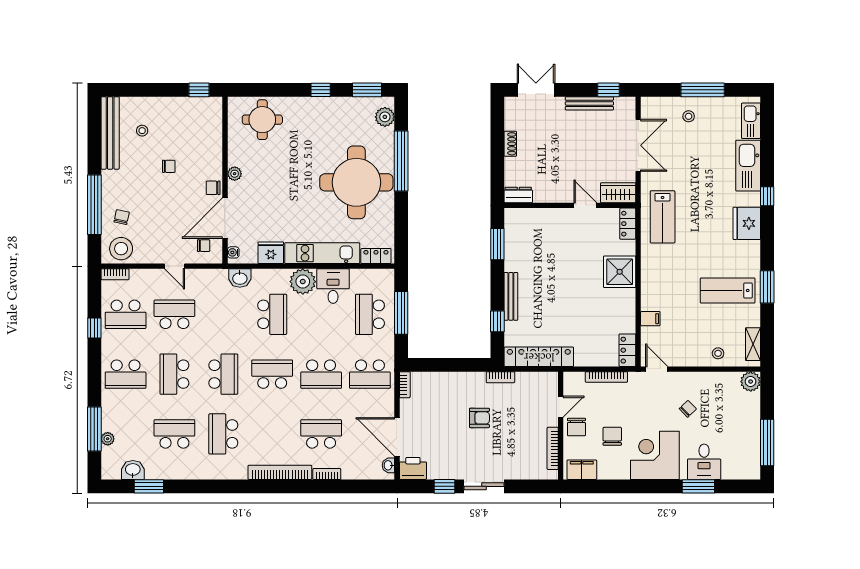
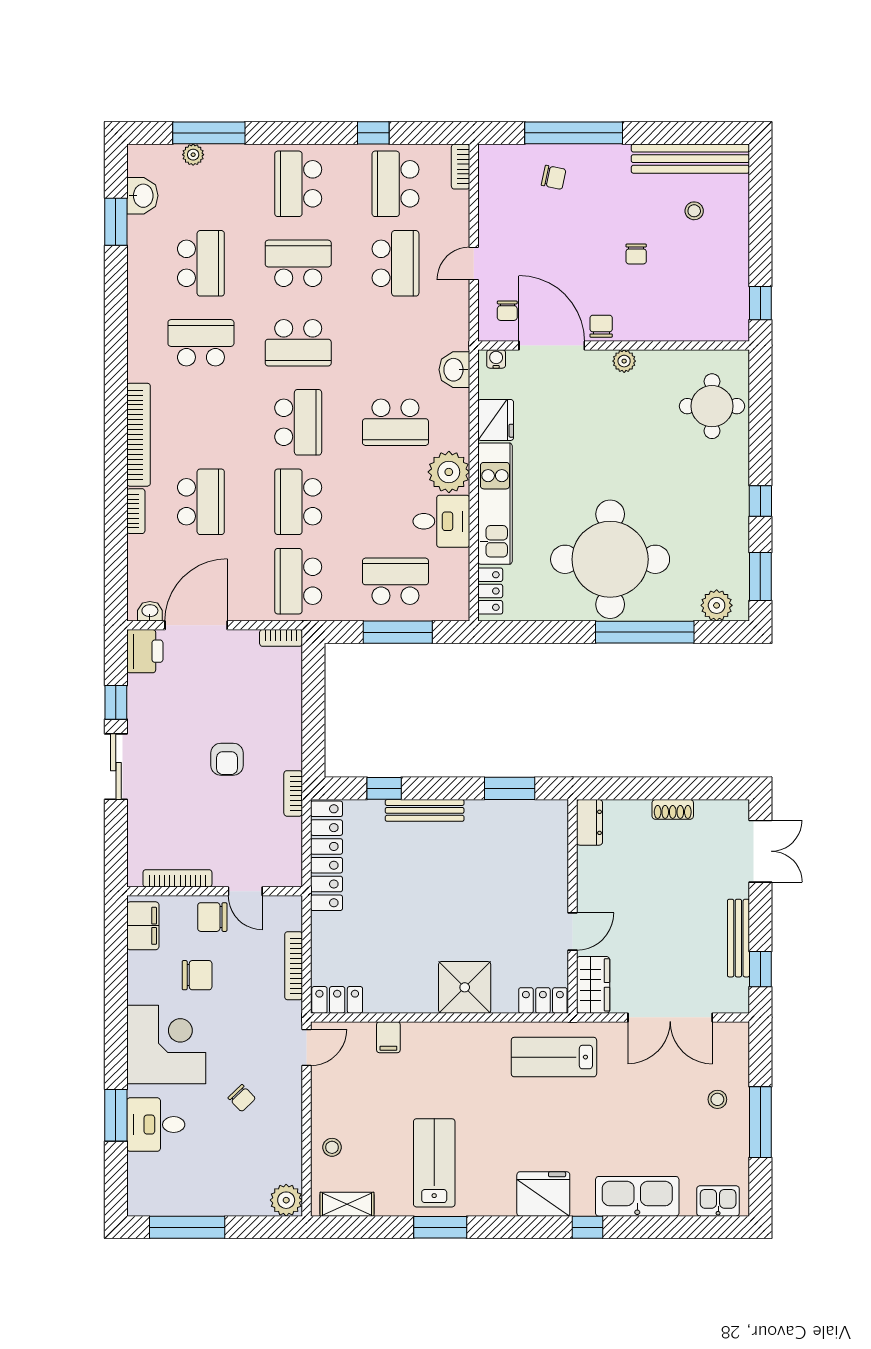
kitchen sink: (751, 121) -> (718, 1201), width x0.73
stool: (121, 249) -> (502, 177), removed

